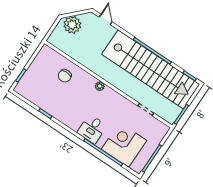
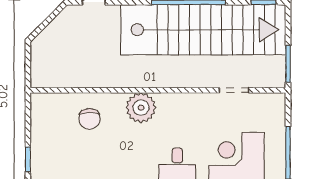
plant: (72, 25) -> (52, 41), removed
plant: (100, 86) -> (141, 108), width x1.88, depth x1.88

